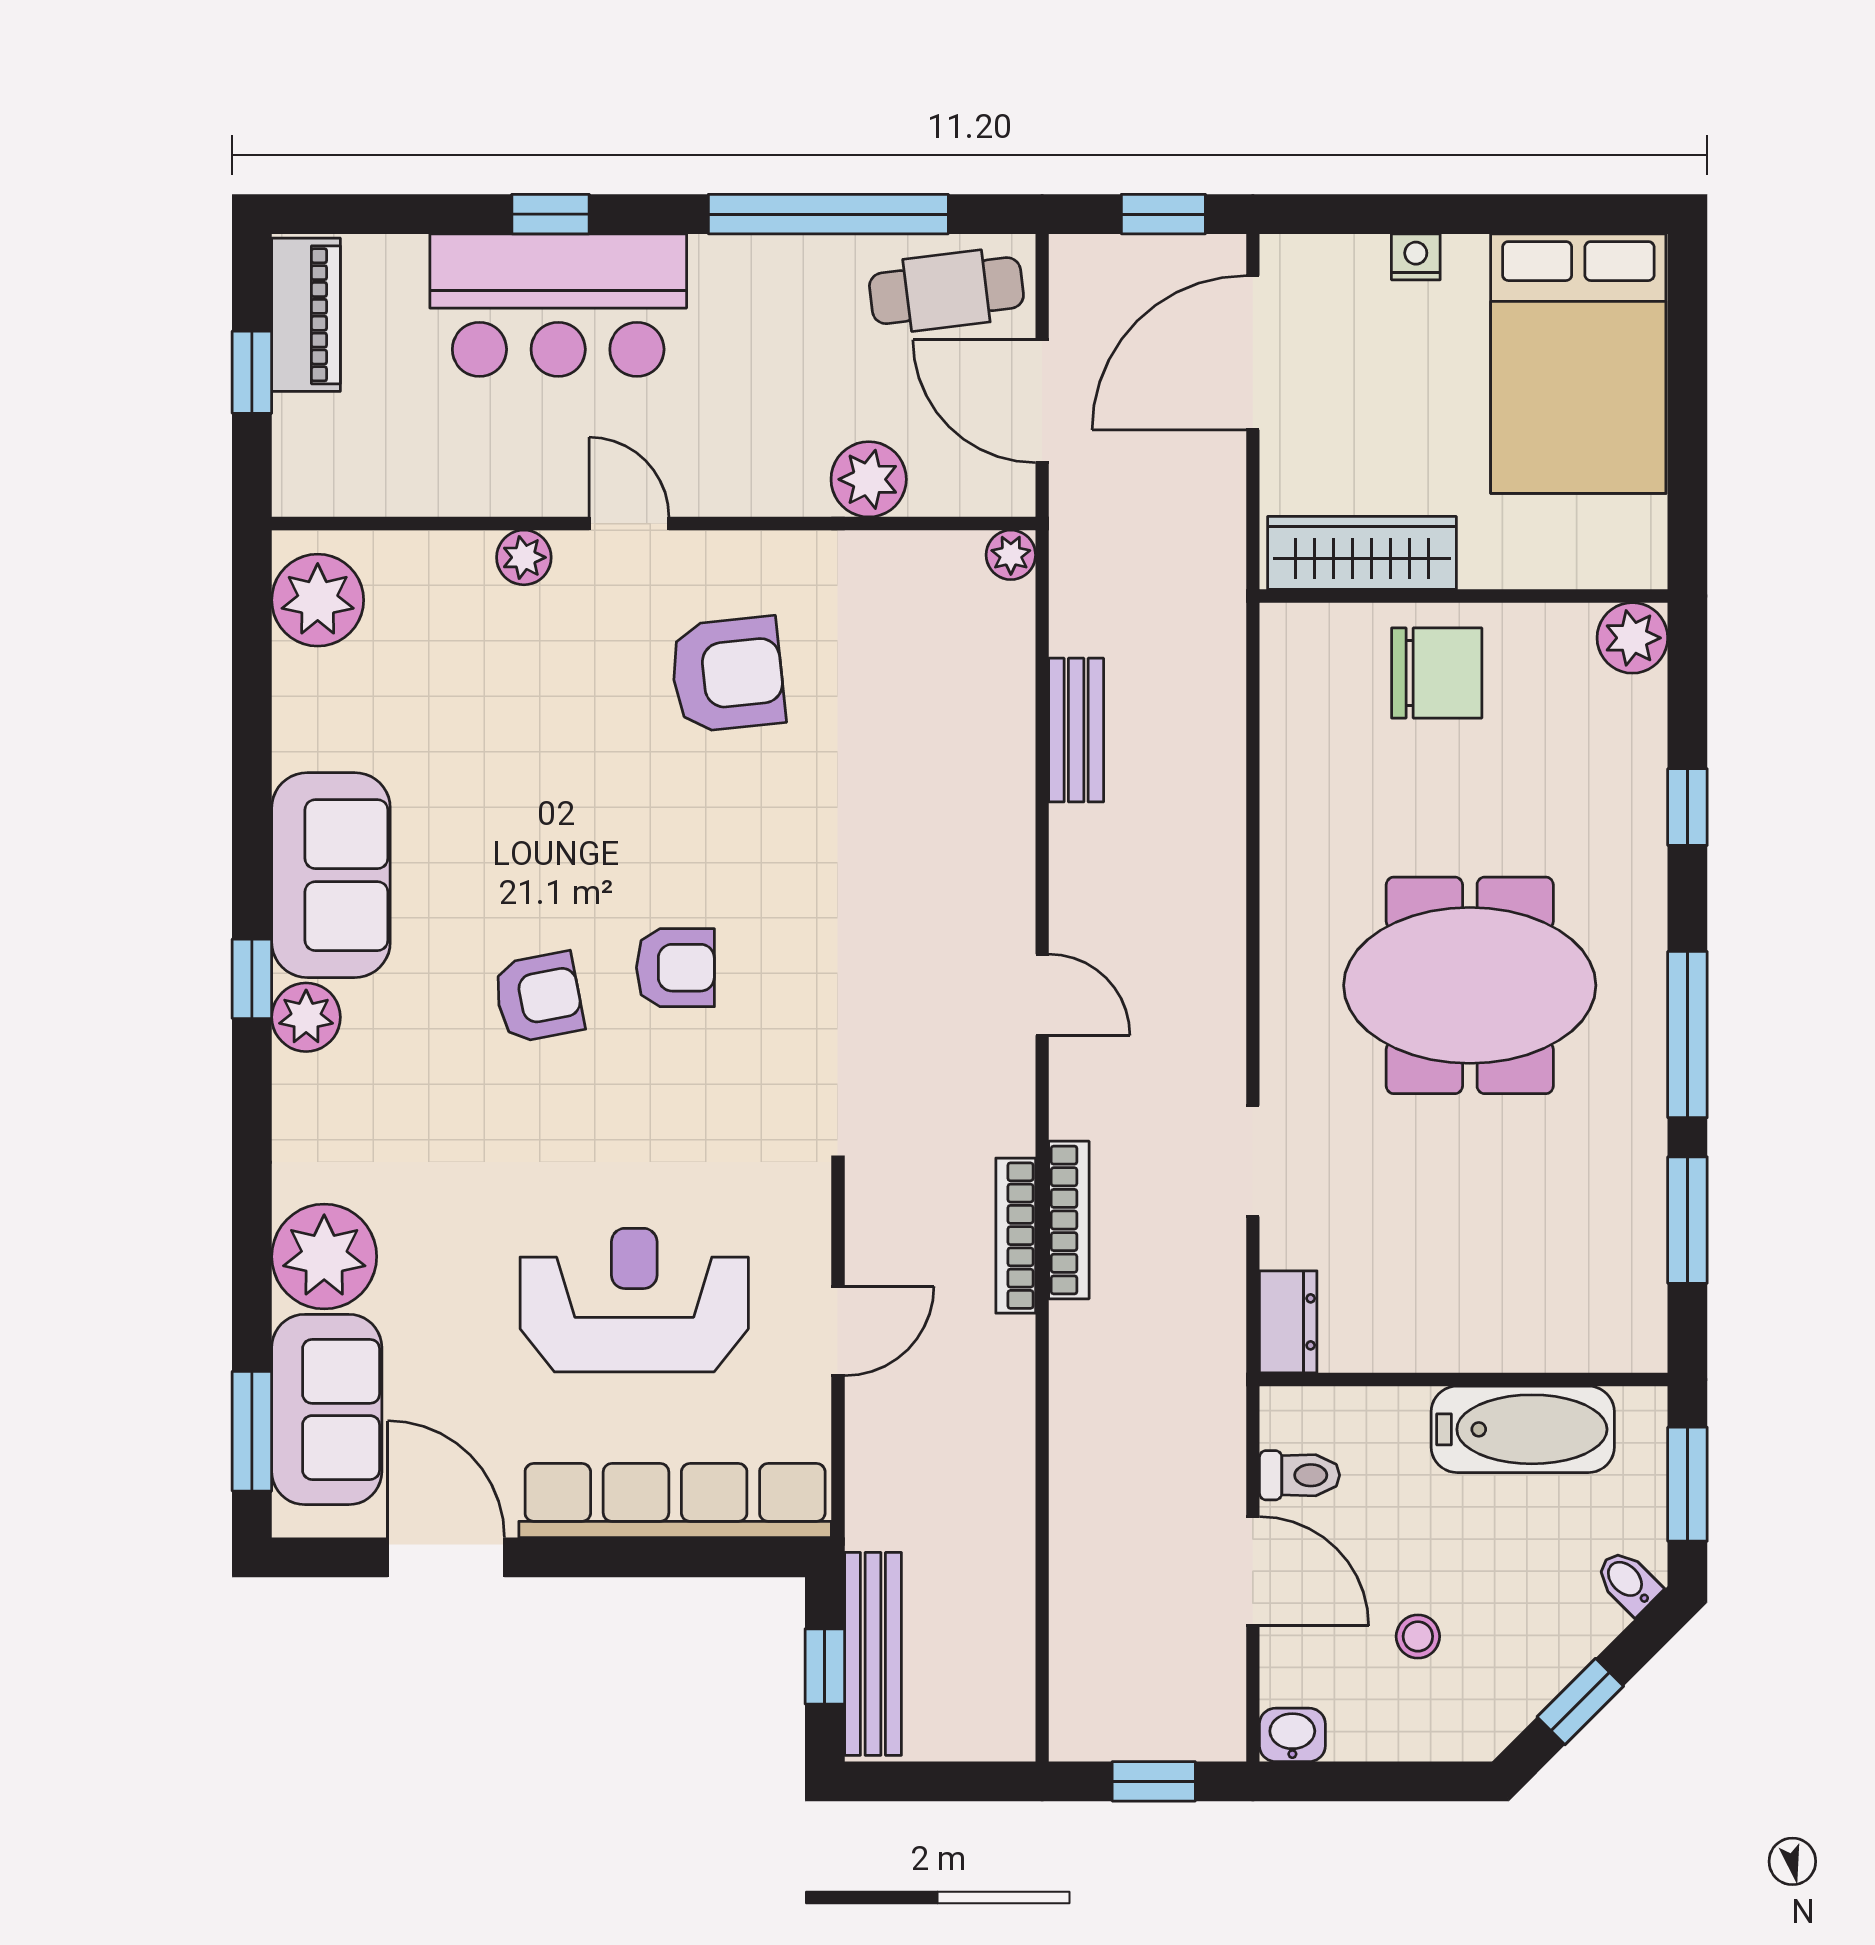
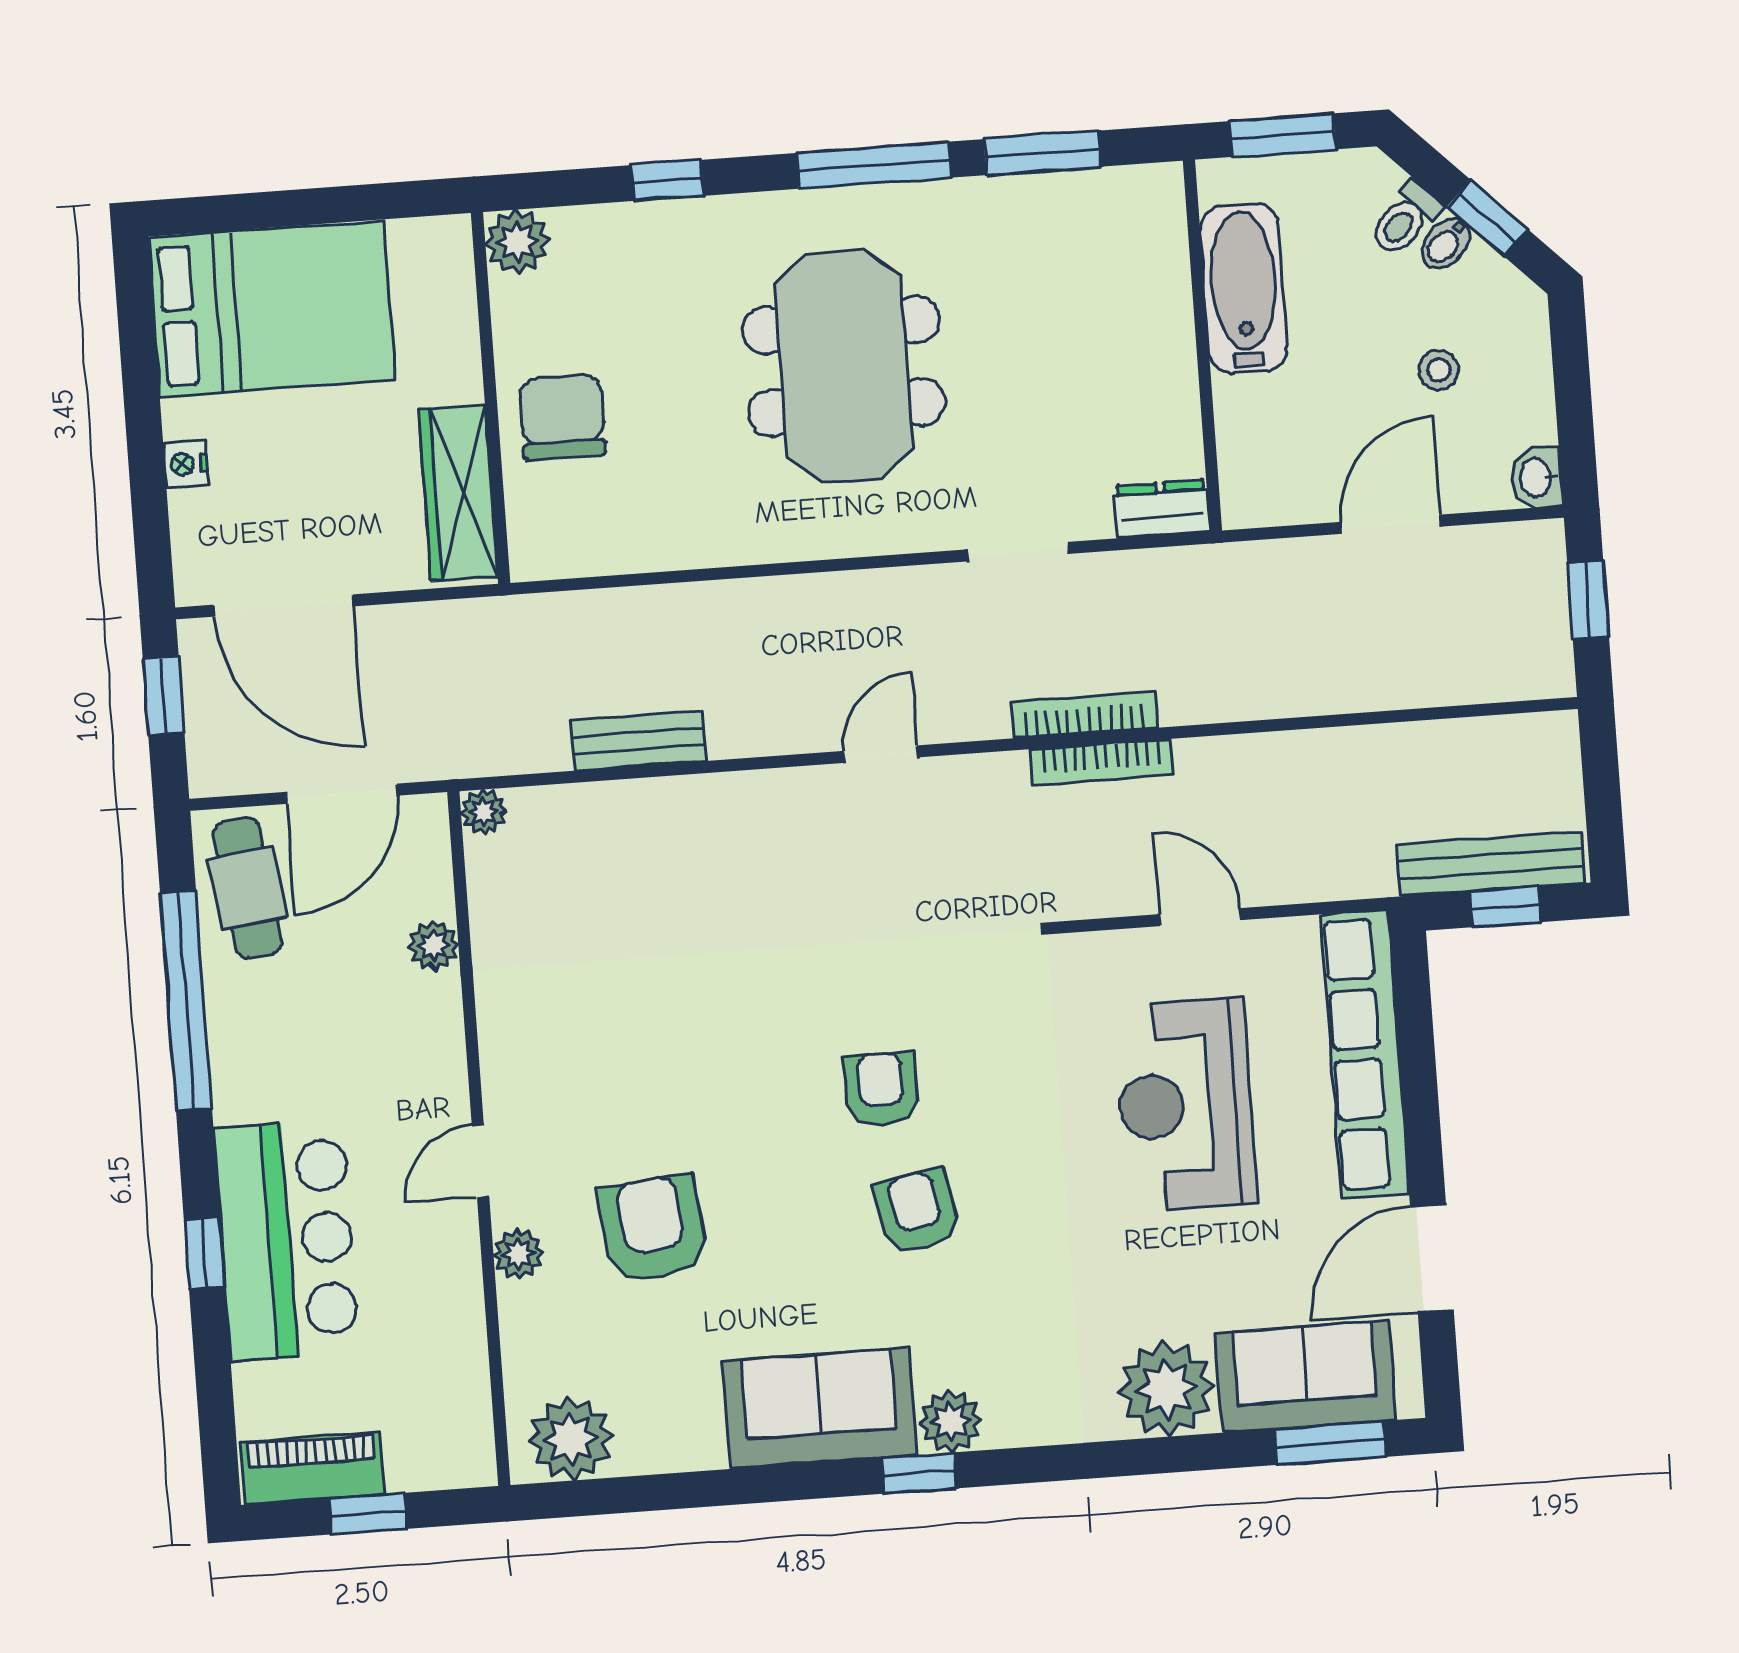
plant: (869, 479) -> (434, 945), width x0.73, depth x0.73
armchair: (727, 674) -> (653, 1228), moved
toilet: (1300, 1475) -> (1405, 219), moved, turned -135
bidet: (1628, 1582) -> (1446, 243), moved

